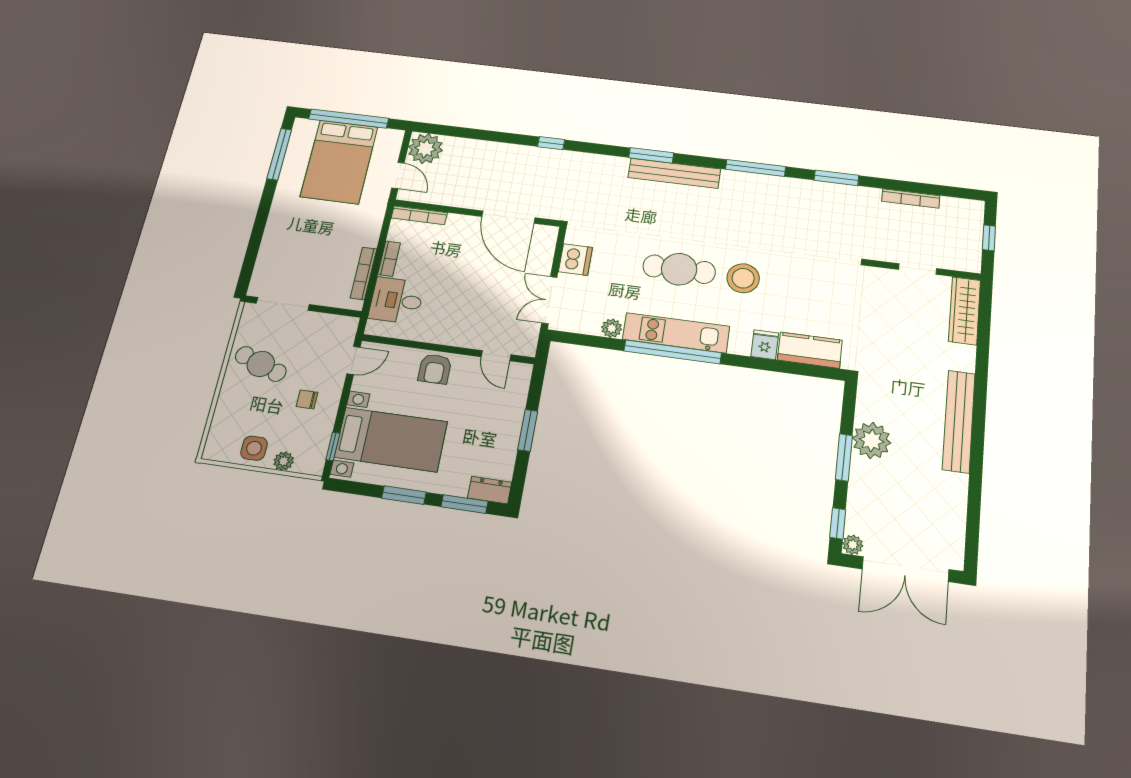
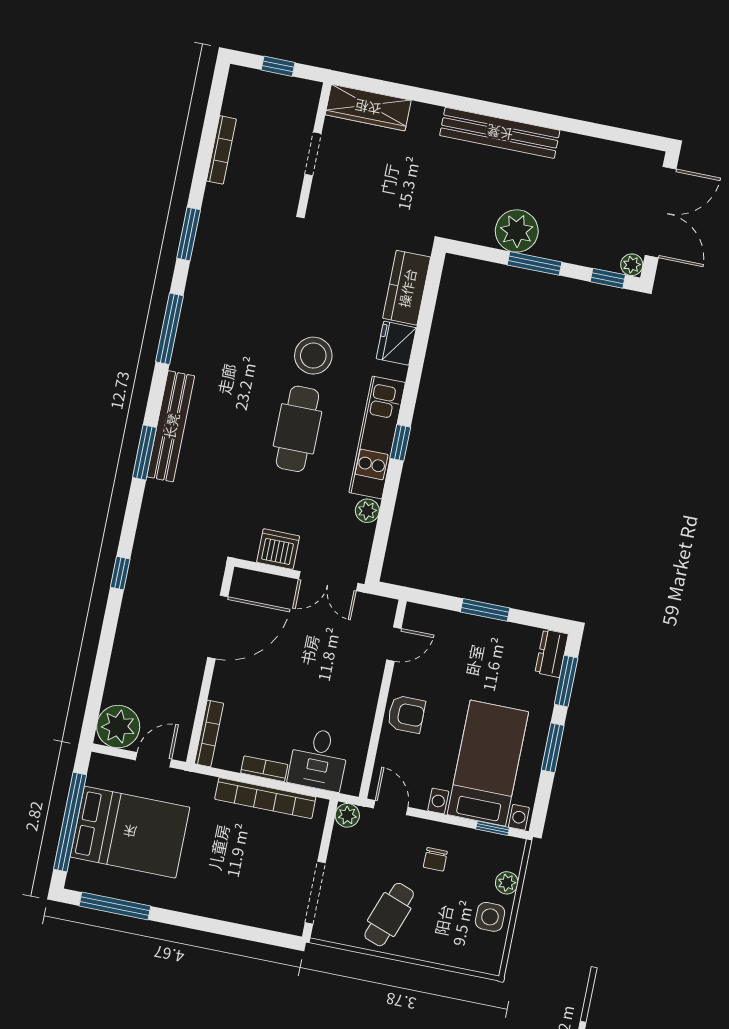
bookcase: (364, 273) -> (265, 798), width x1.48, depth x1.31
plant: (348, 326) -> (347, 815), added
fridge: (765, 345) -> (396, 343), width x1.38
window: (673, 352) -> (400, 443), width x0.32

